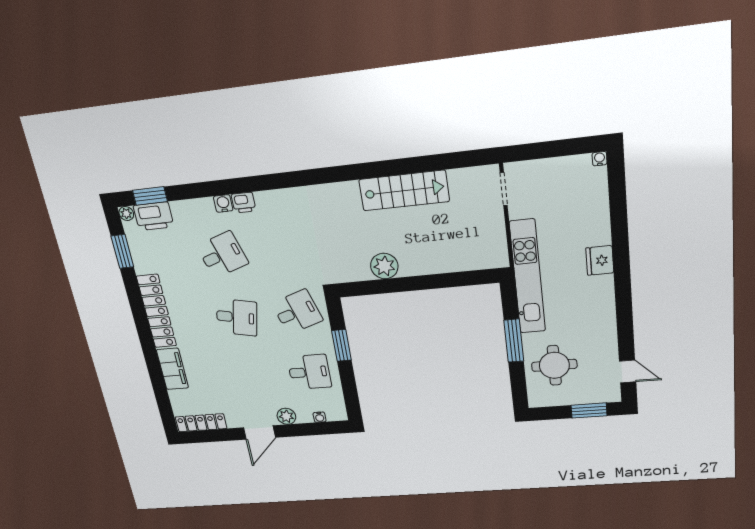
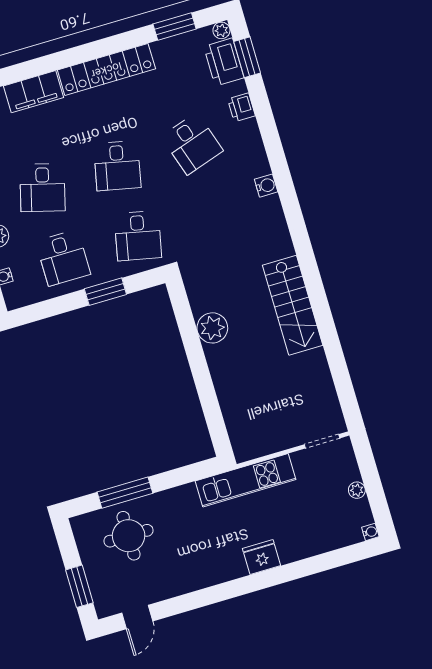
plant: (556, 165) -> (357, 490), added
stairs: (404, 191) -> (293, 305), moved
water cooler: (223, 203) -> (266, 186), moved
printer: (244, 203) -> (241, 107), moved
kitchen unit: (528, 277) -> (246, 480), width x0.73
desk: (297, 312) -> (138, 236), turned 30
window: (514, 341) -> (125, 493), moved
desk: (250, 377) -> (42, 188), added

